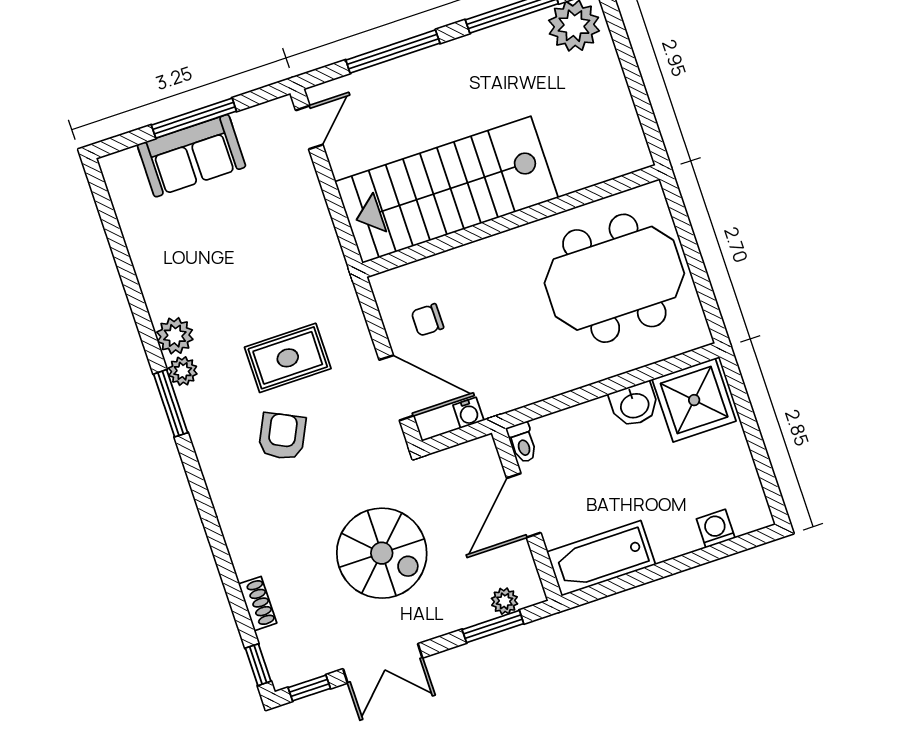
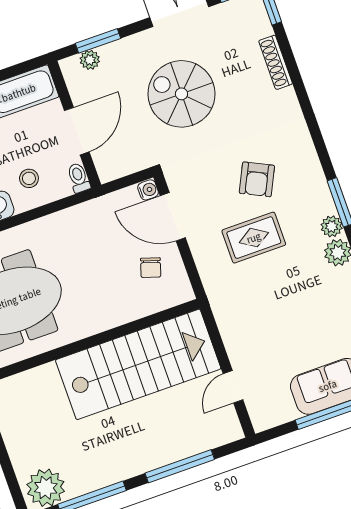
door: (309, 127) -> (233, 387), moved
chair: (427, 320) -> (151, 268), turned 108
water cooler: (468, 413) -> (148, 190), moved, turned 90
stool: (589, 443) -> (29, 178), added
shoe rack: (258, 604) -> (276, 62), width x1.43

